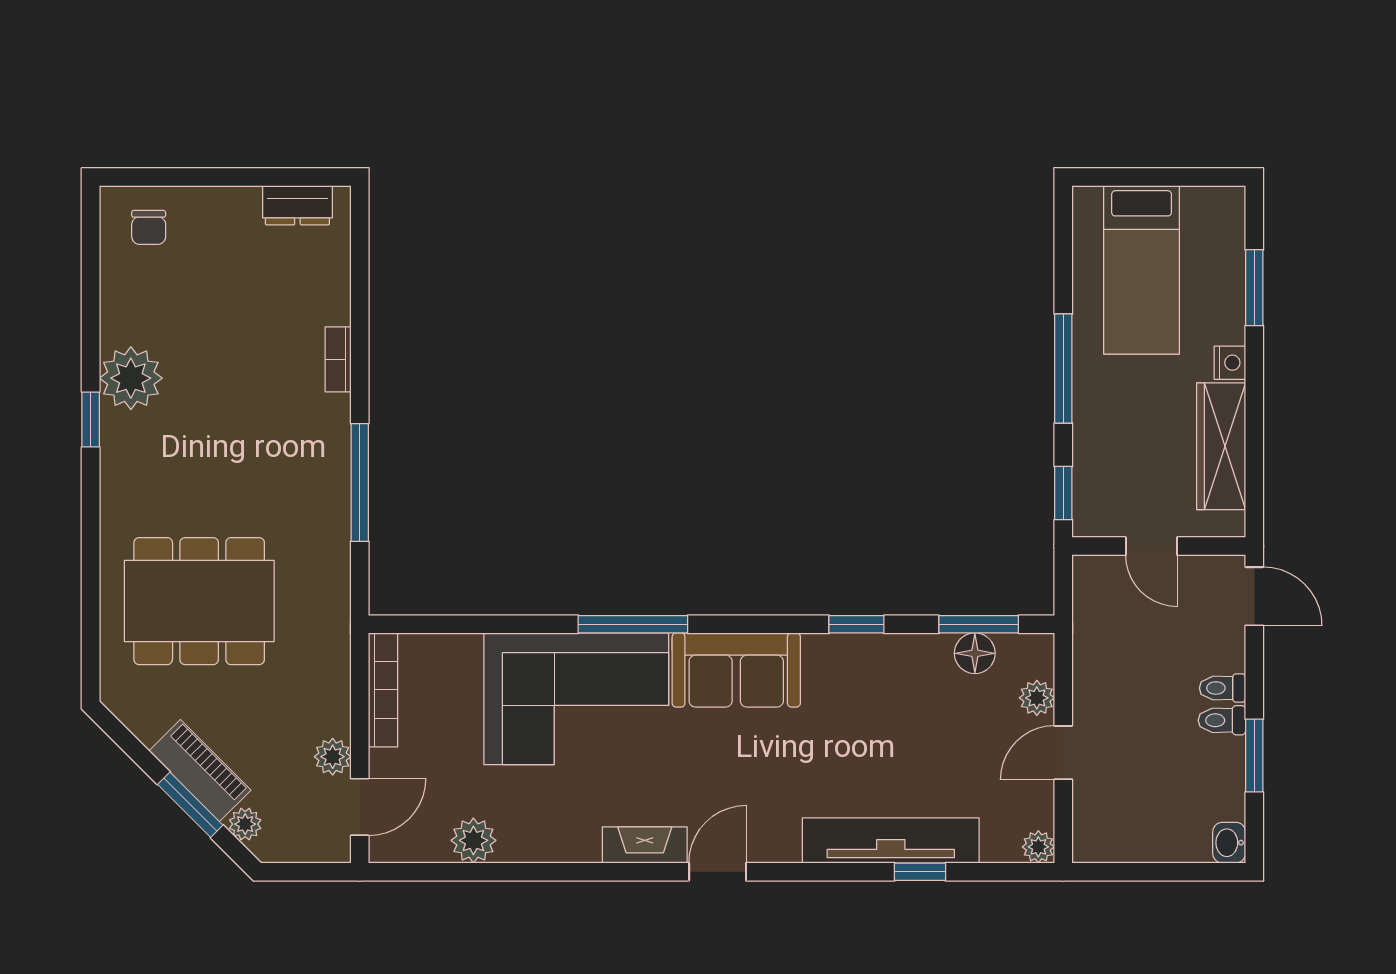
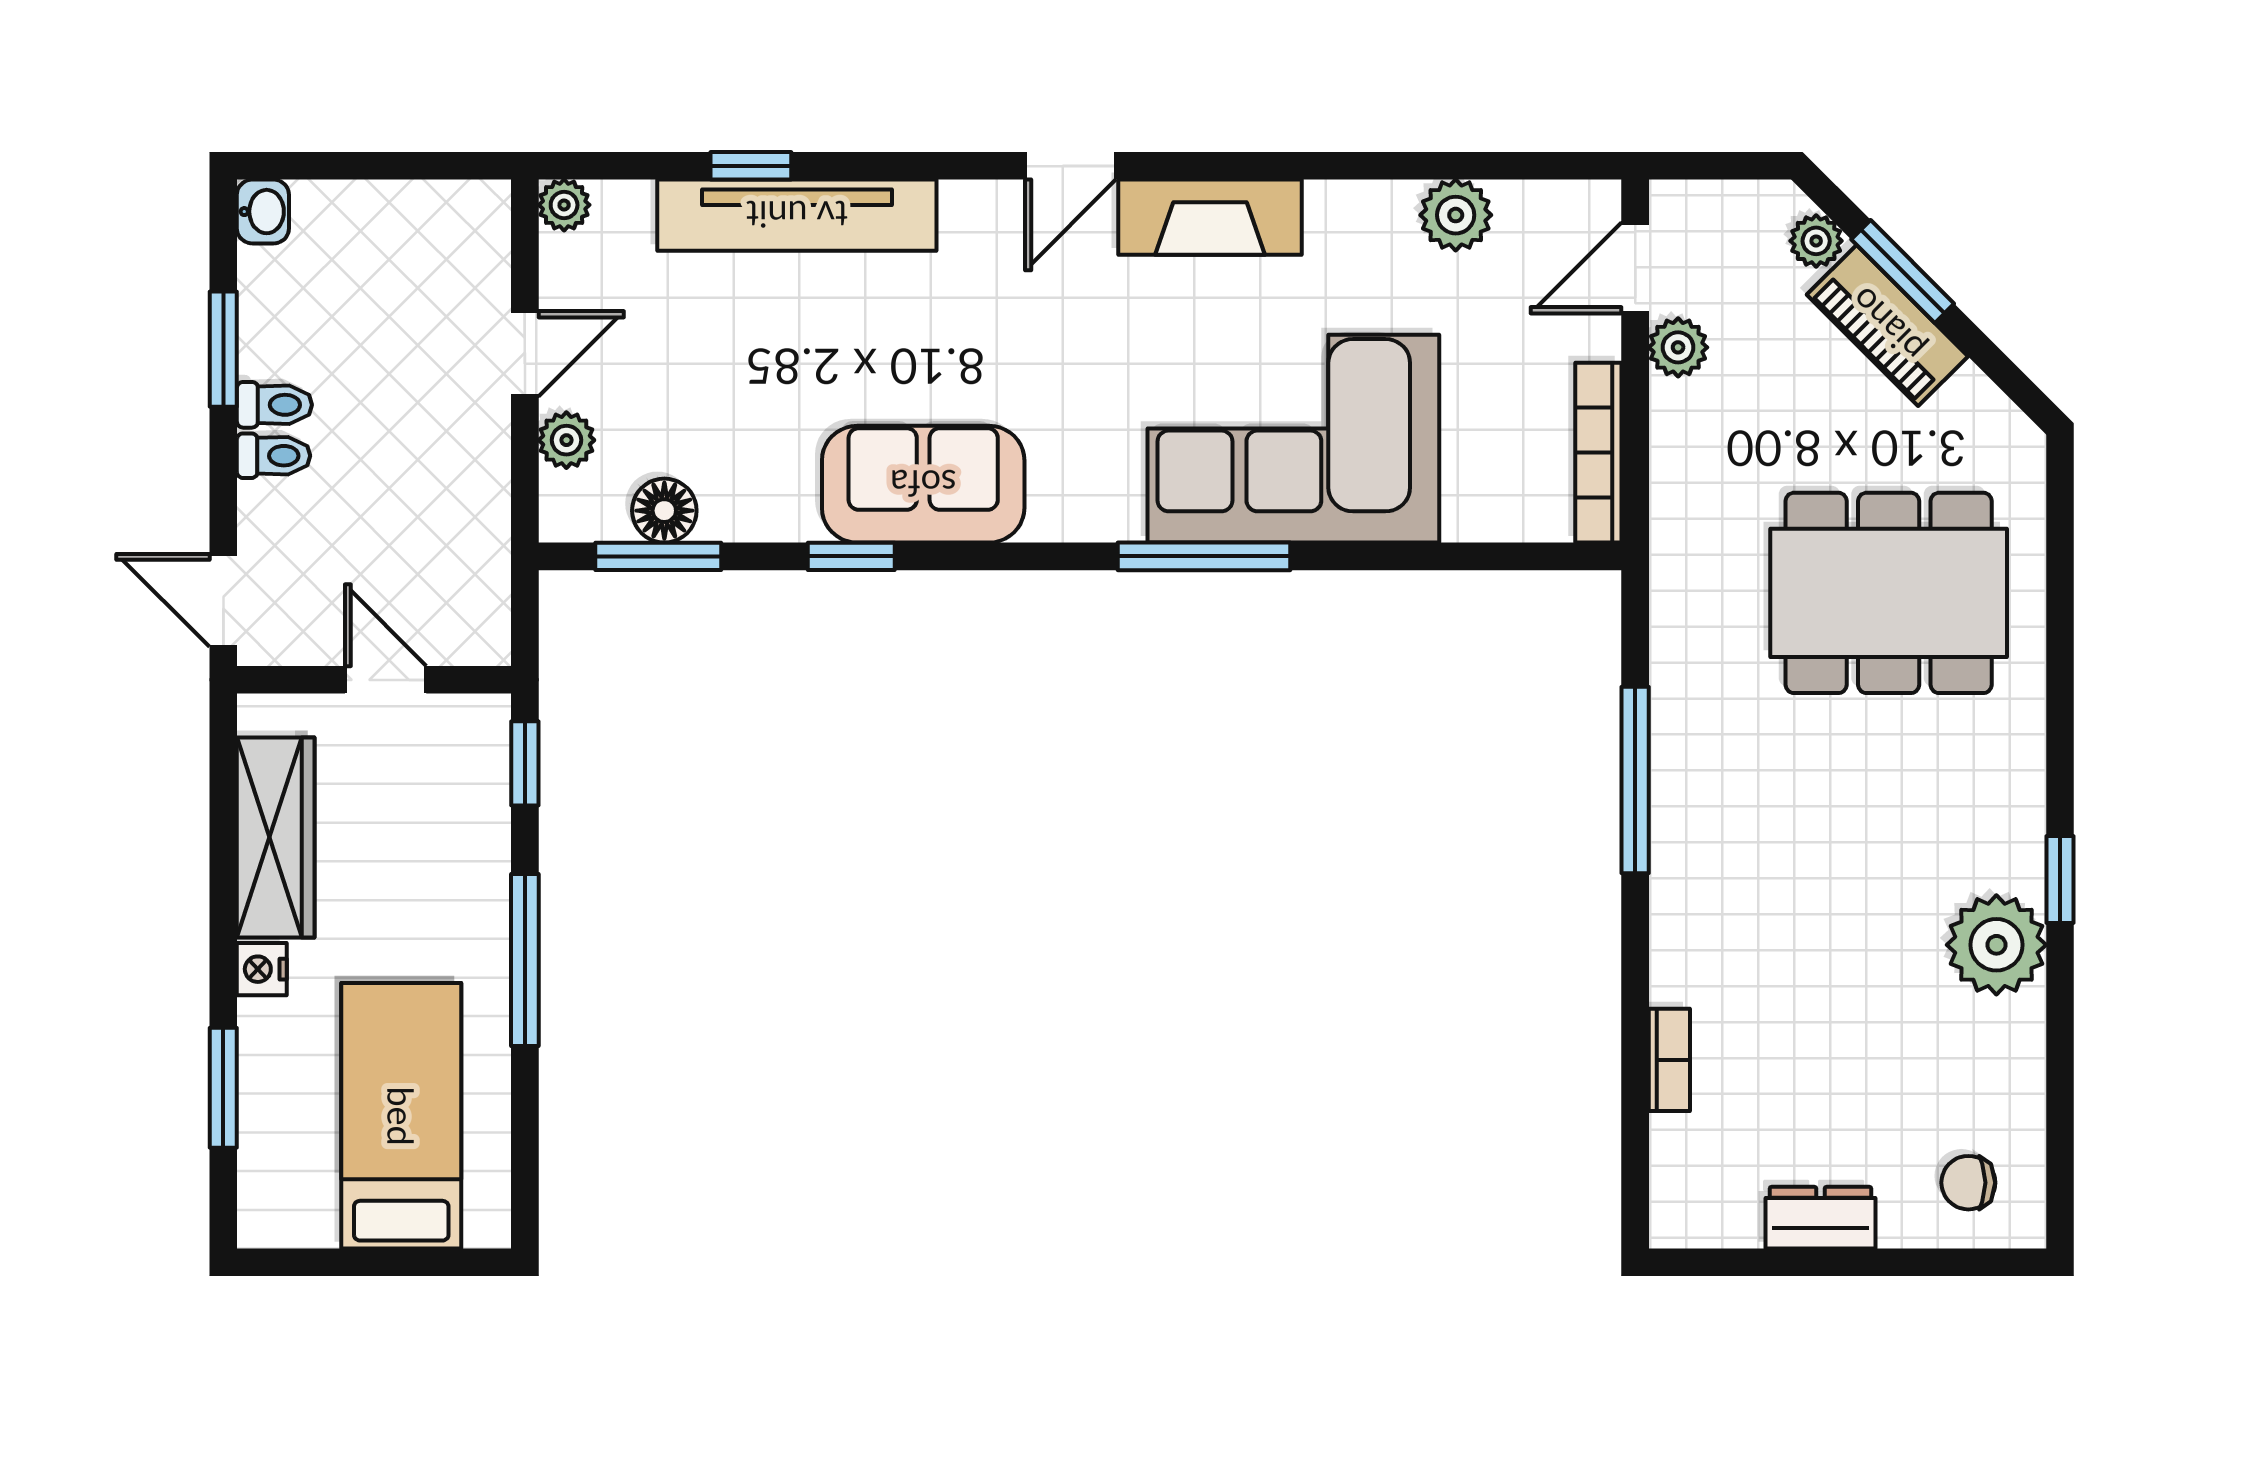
dresser: (297, 205) -> (1820, 1218), moved
chair: (149, 227) -> (1968, 1183), turned -90
bookcase: (338, 359) -> (1669, 1060), moved
sofa: (736, 670) -> (923, 484), moved
fireplace: (645, 845) -> (1210, 217), width x1.37, depth x1.32

